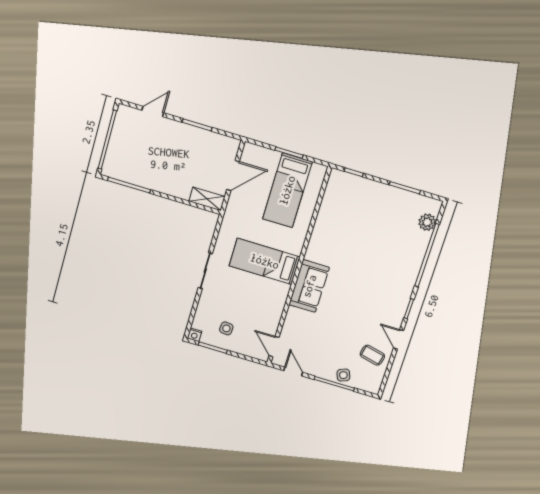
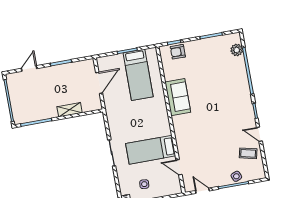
armchair: (352, 187) -> (178, 52), added
shelving: (207, 199) -> (70, 110), moved
bed: (265, 261) -> (151, 150), moved
sofa: (309, 286) -> (178, 97), moved
door: (274, 347) -> (179, 167), moved

